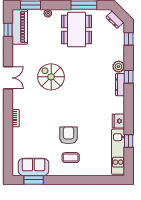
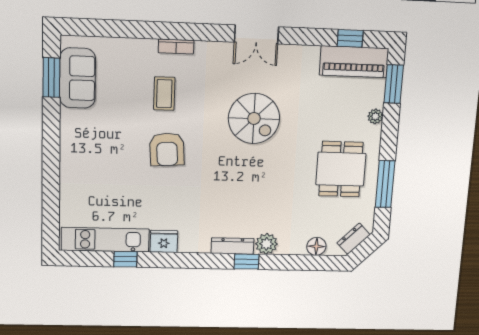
dining table: (76, 30) -> (341, 169), width x0.73
window: (129, 39) -> (317, 263), removed
floor lamp: (119, 40) -> (316, 246), added
spiral stairs: (51, 77) -> (254, 118), turned 90
armchair: (68, 135) -> (167, 149), moved, turned 86
coffee table: (71, 158) -> (164, 94), moved

